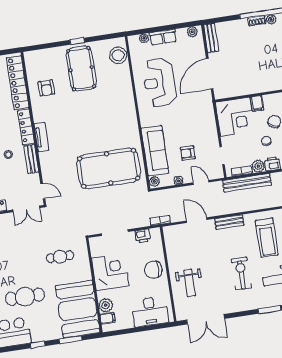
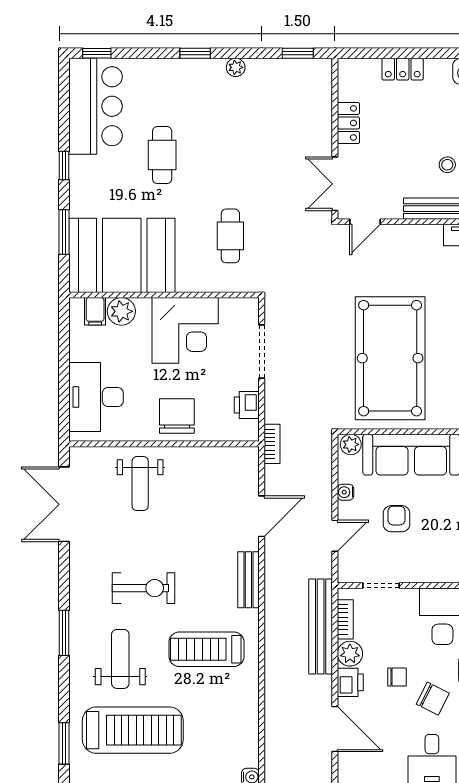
weight bench: (190, 283) -> (140, 484), turned -90
cafe table: (25, 297) -> (162, 155), width x0.73, depth x0.74

